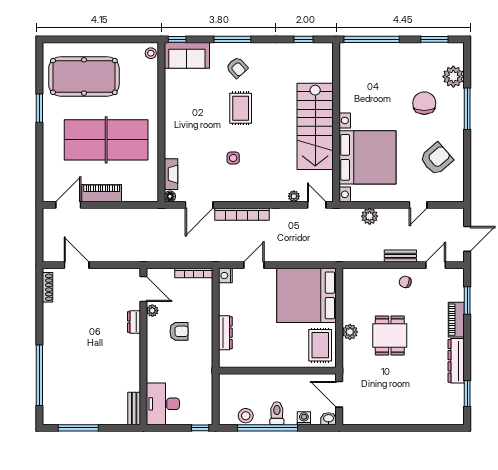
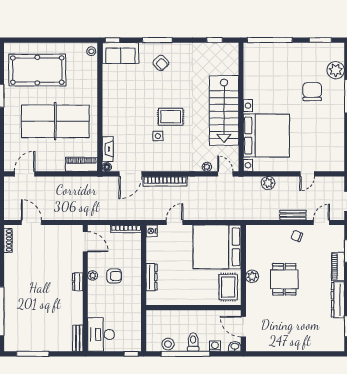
rug: (241, 108) -> (171, 117), moved, turned 90
armchair: (436, 159) -> (322, 137), removed
piano: (102, 193) -> (82, 164), moved
plant: (152, 311) -> (93, 275), moved
dresser: (134, 322) -> (78, 282), moved

